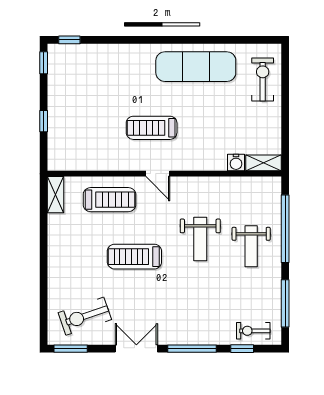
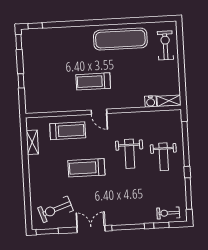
shelving: (56, 195) -> (32, 142), moved

